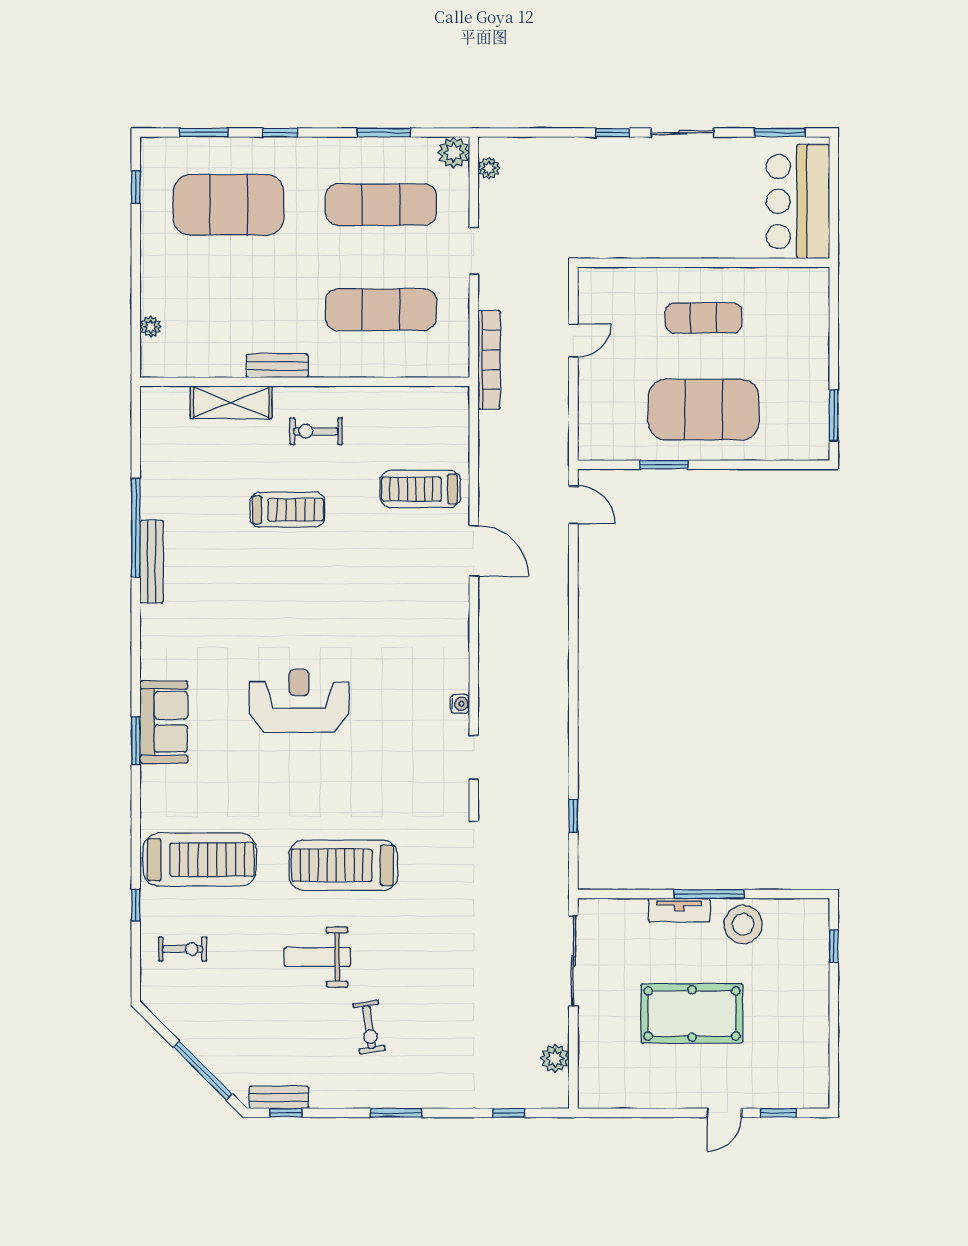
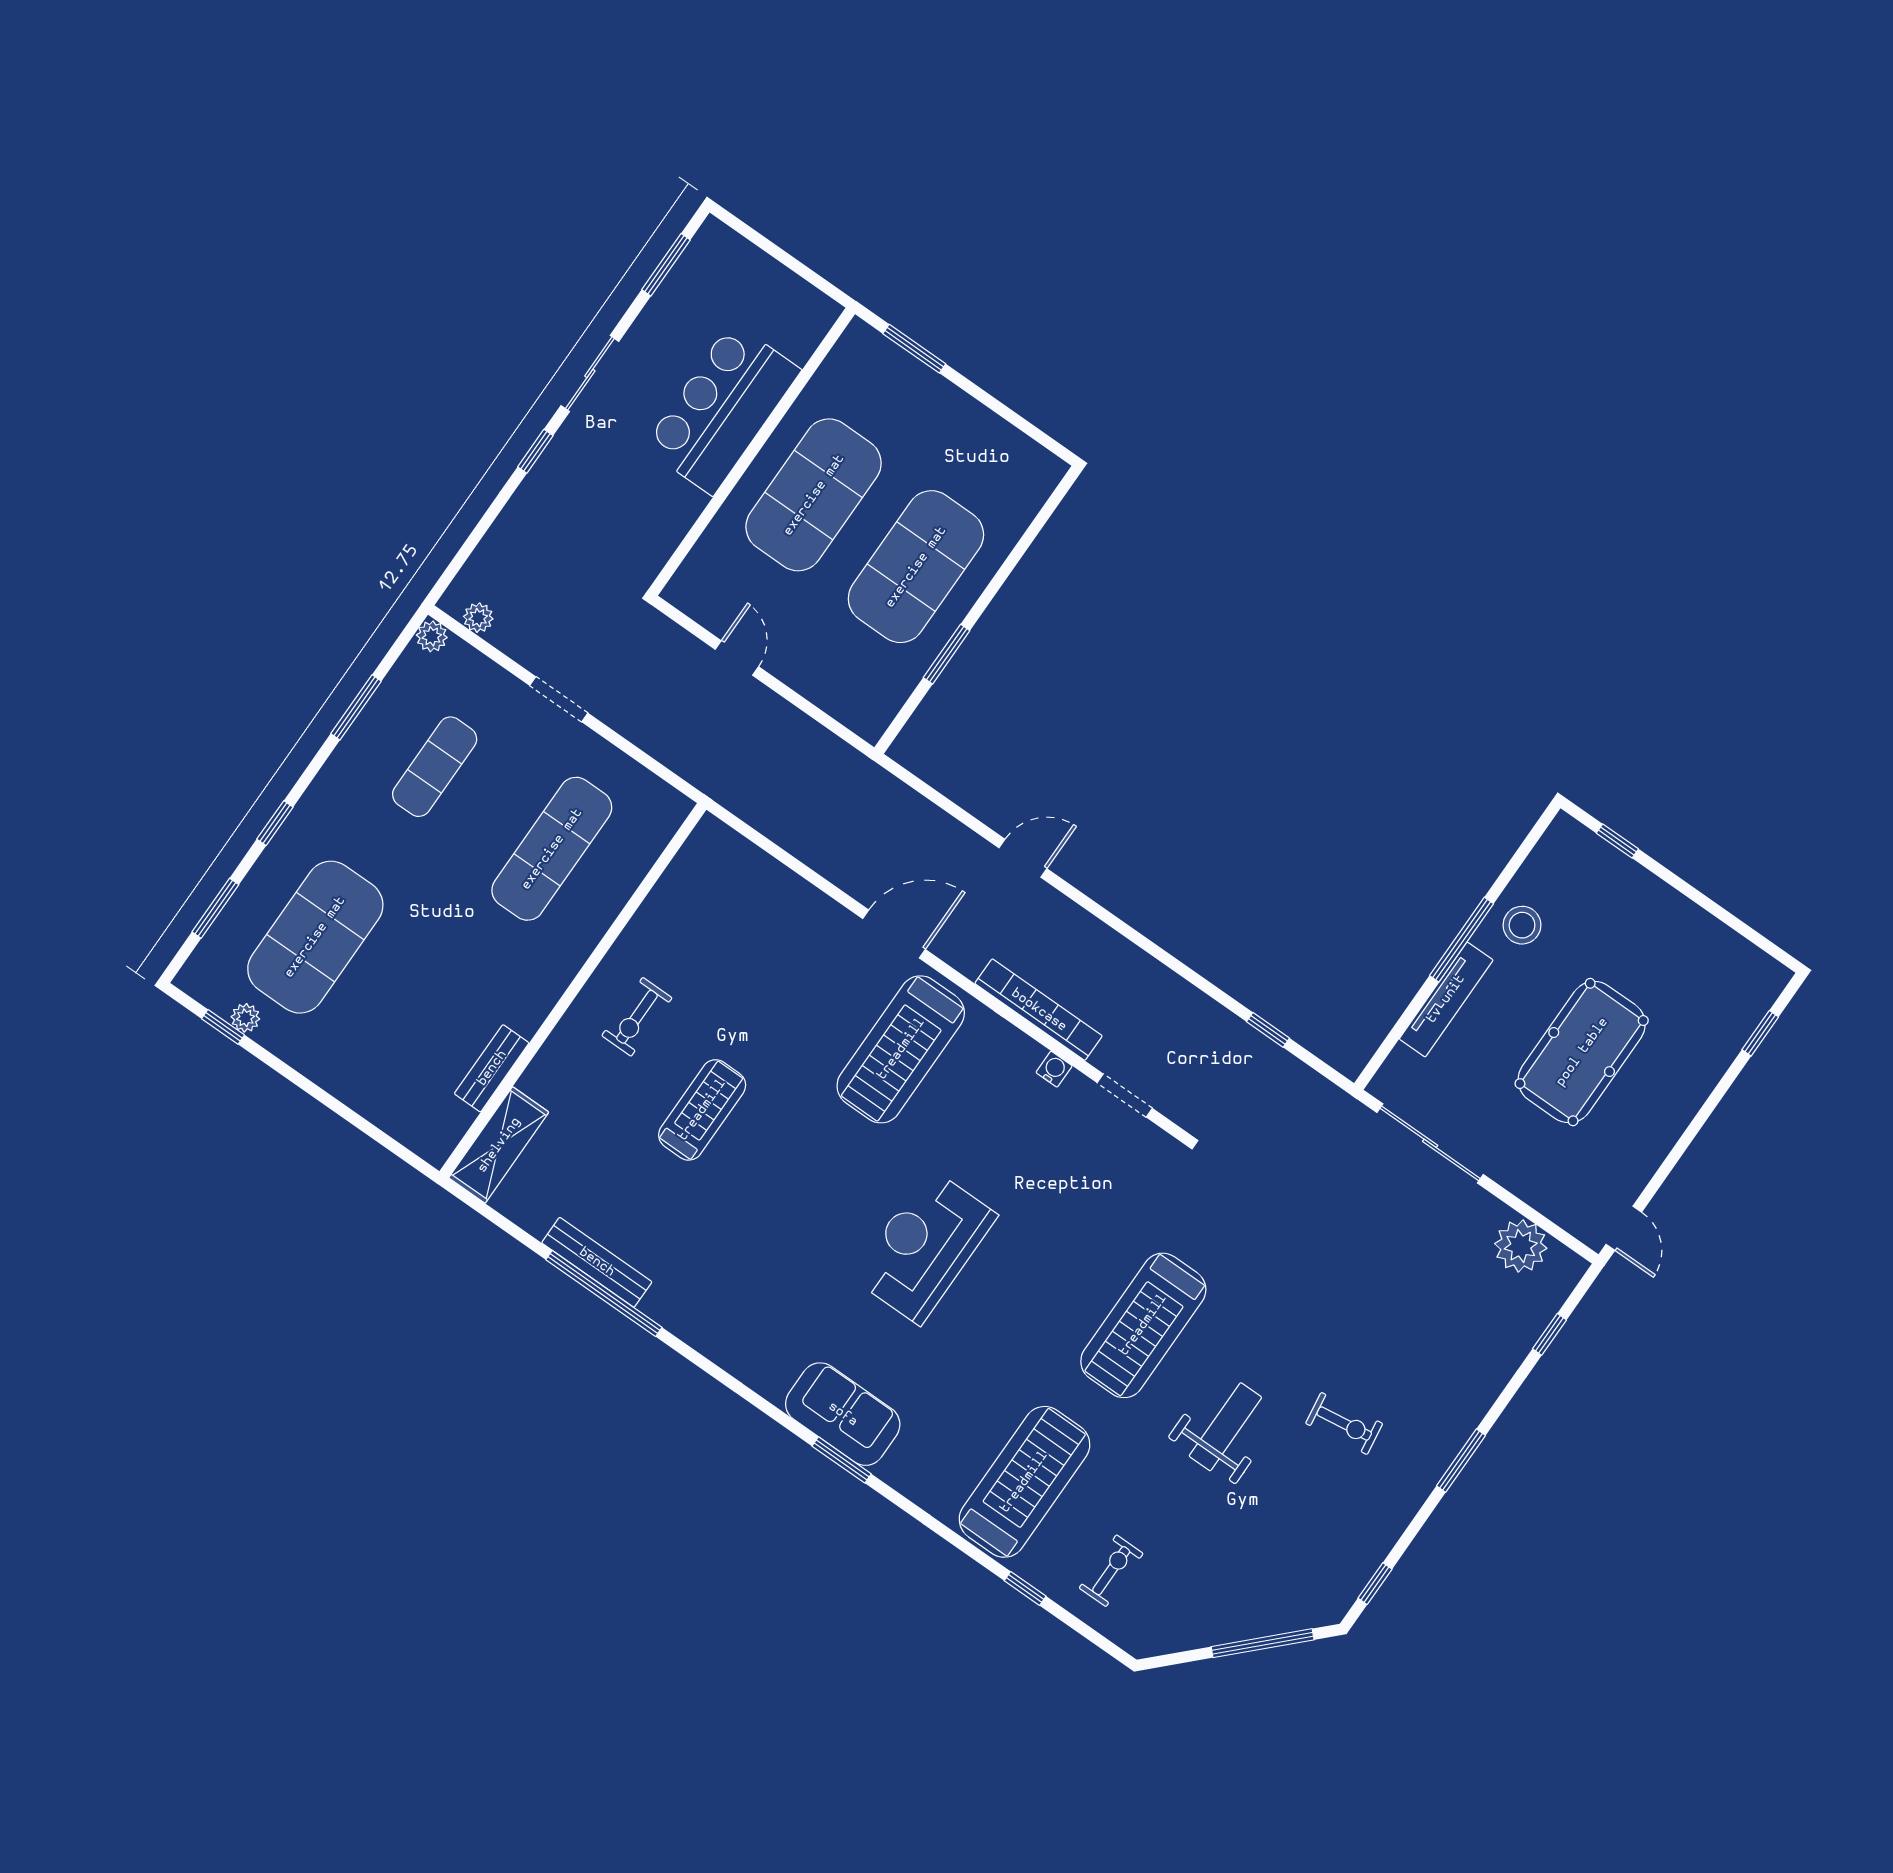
plant: (454, 152) -> (432, 636), width x0.73, depth x0.73
bar counter: (798, 202) -> (722, 409), moved, turned 90
exercise mat: (381, 205) -> (435, 767), width x0.73, depth x0.69
exercise mat: (704, 318) -> (814, 495), width x2.00, depth x1.45
plant: (151, 327) -> (245, 1018), moved
bookcase: (489, 360) -> (1039, 1010), moved
bench: (277, 366) -> (492, 1068), moved
shelving: (231, 402) -> (499, 1145), moved
window: (834, 415) -> (914, 349), moved
treadmill: (420, 489) -> (901, 1049), moved, width x1.37, depth x1.38
door: (573, 505) -> (1023, 858), moved
bench: (152, 562) -> (597, 1262), moved
tv unit: (679, 910) -> (1446, 999), width x1.41
stool: (743, 924) -> (1522, 925), width x0.73, depth x0.73
weight bench: (317, 957) -> (1225, 1427), turned 180
plant: (555, 1058) -> (1521, 1246), width x1.36, depth x1.36
bench: (279, 1097) -> (1352, 1579), removed
door: (724, 1113) -> (1624, 1228), moved

